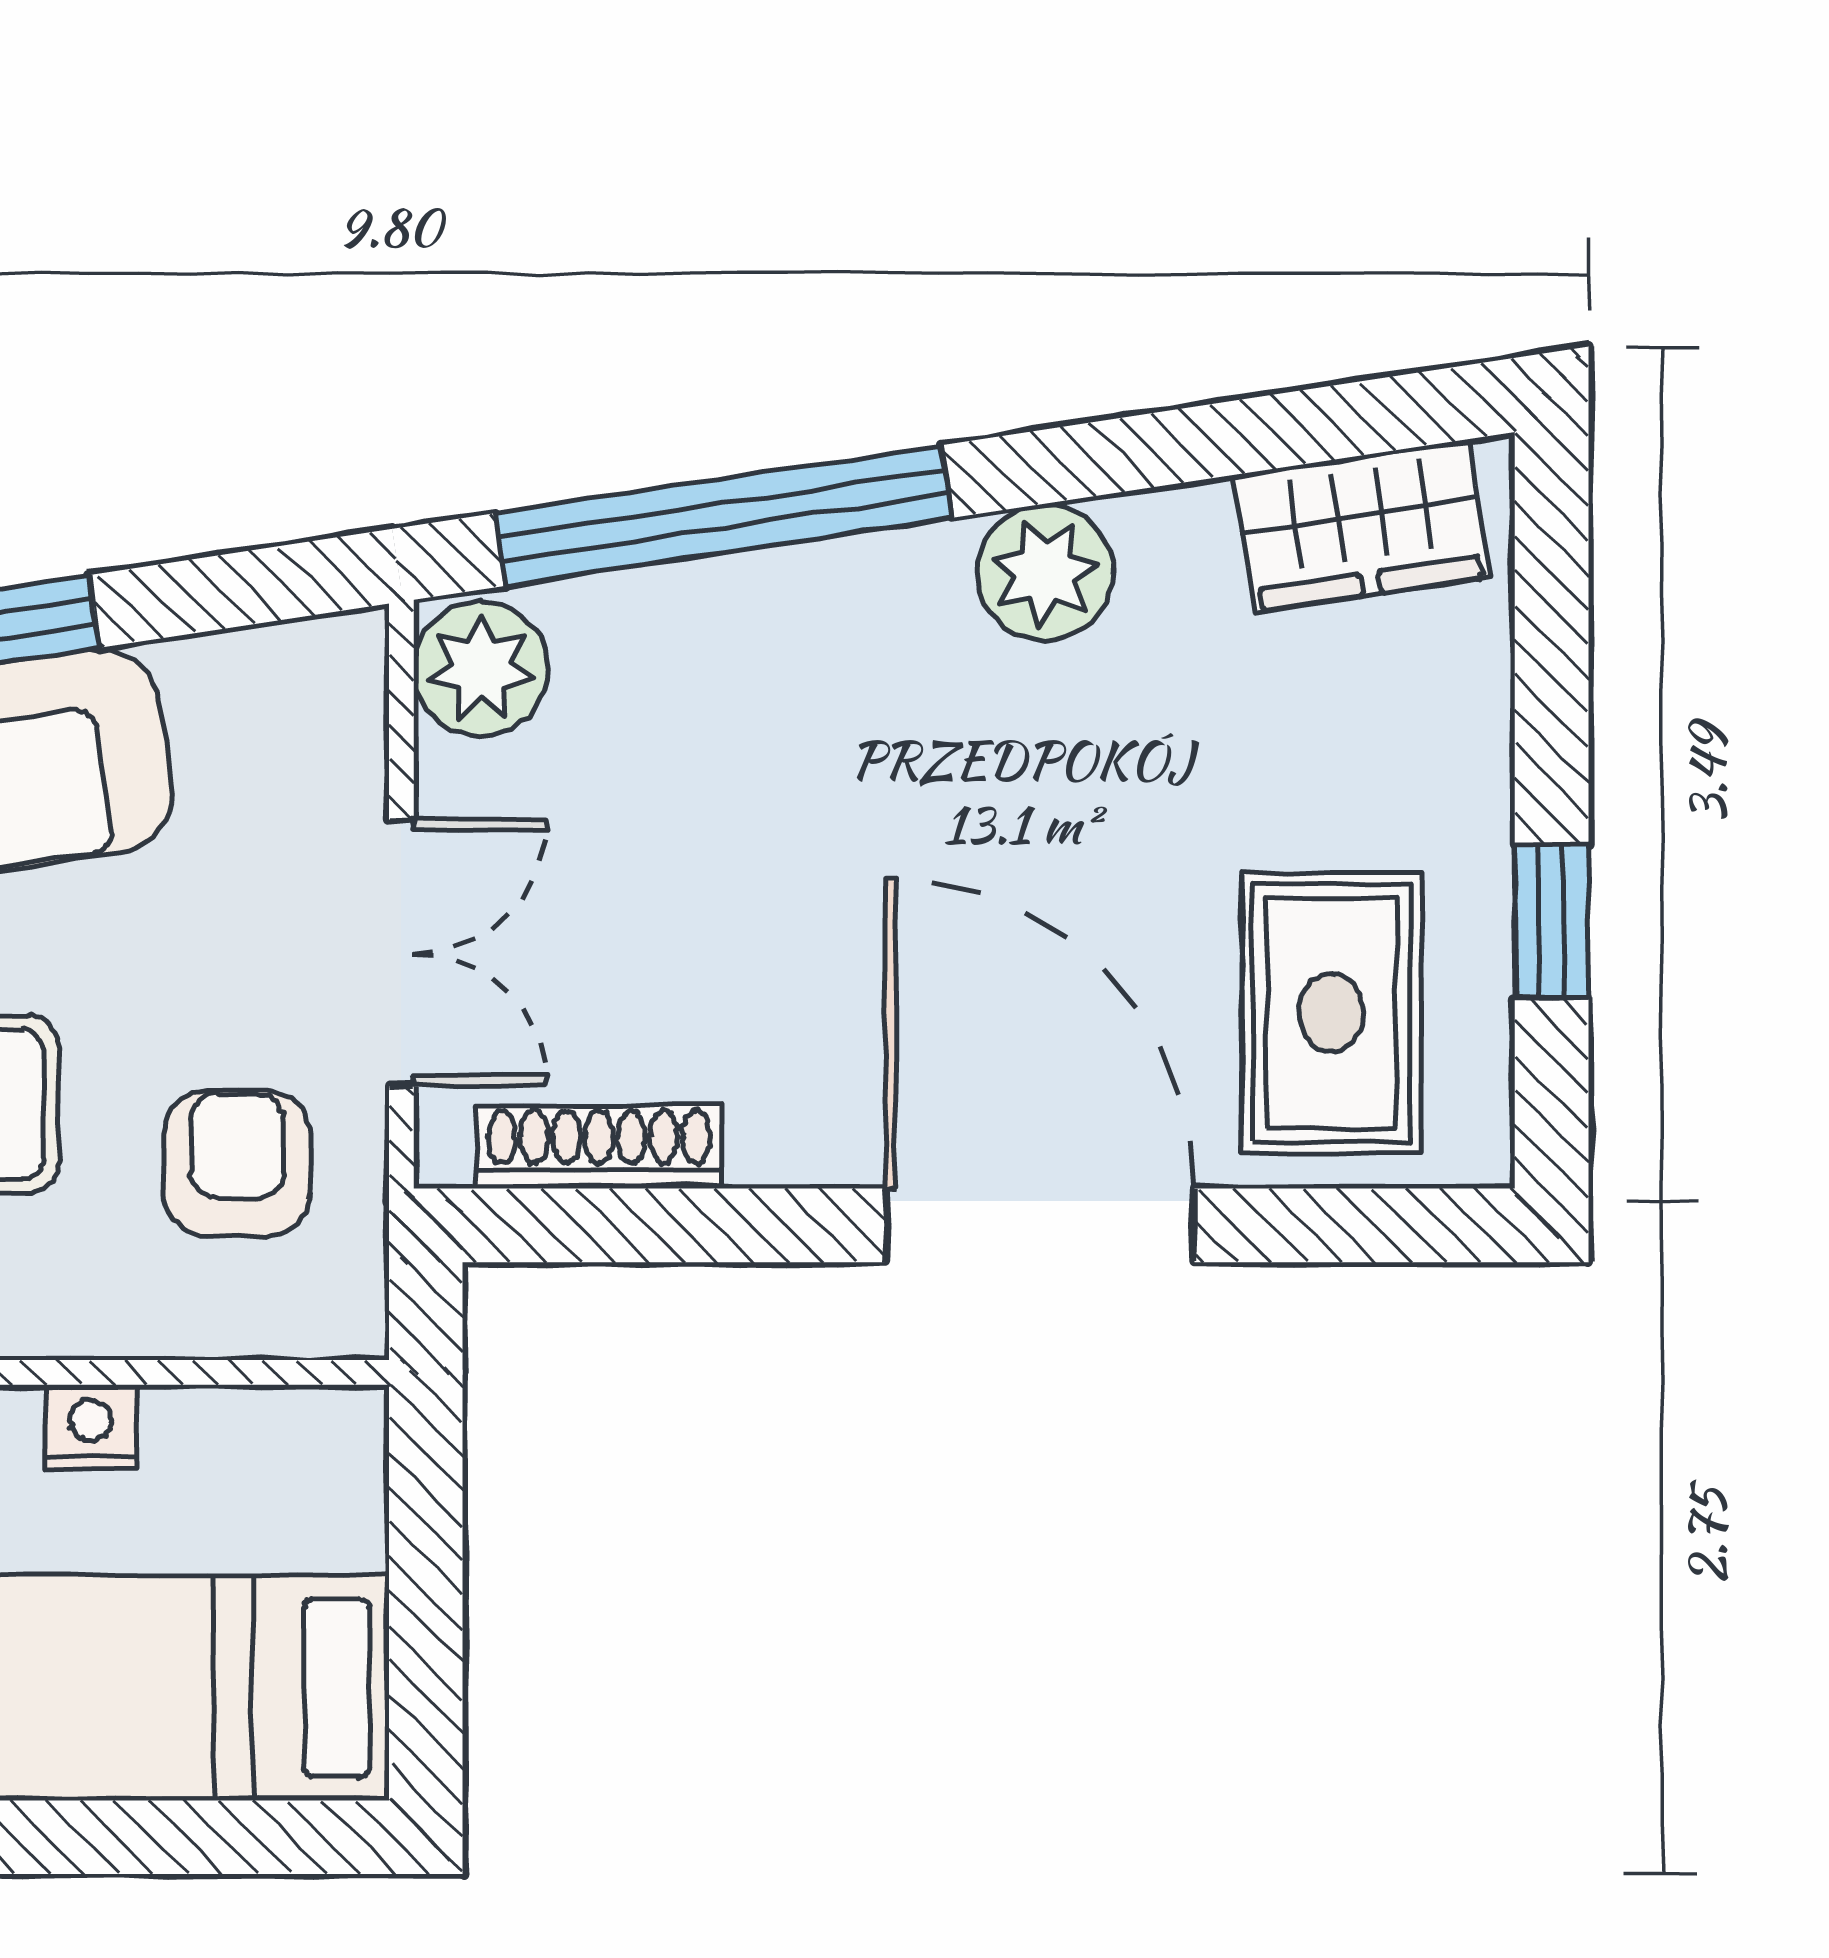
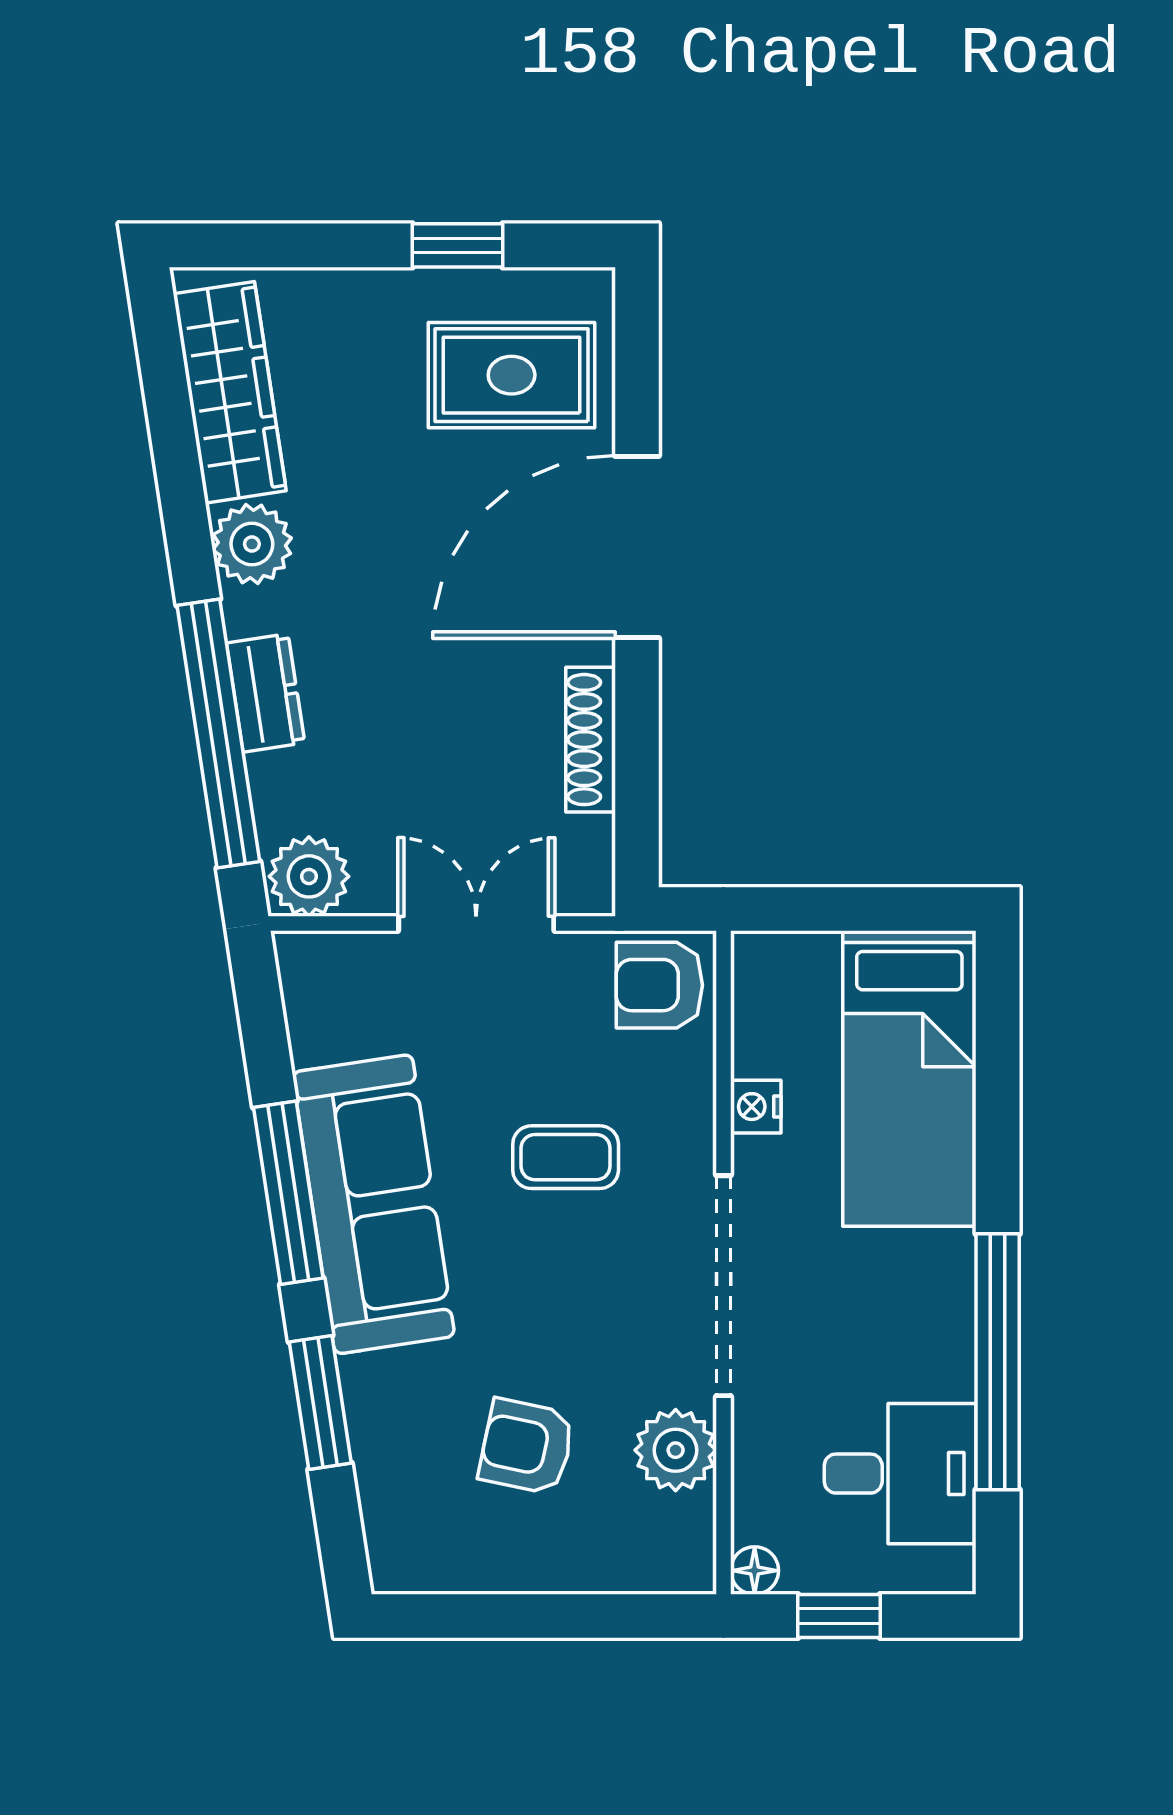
wardrobe: (1362, 526) -> (230, 392), width x1.50
dresser: (792, 596) -> (266, 693), added
shoe rack: (599, 1147) -> (591, 740), moved
armchair: (237, 1164) -> (659, 985), moved

